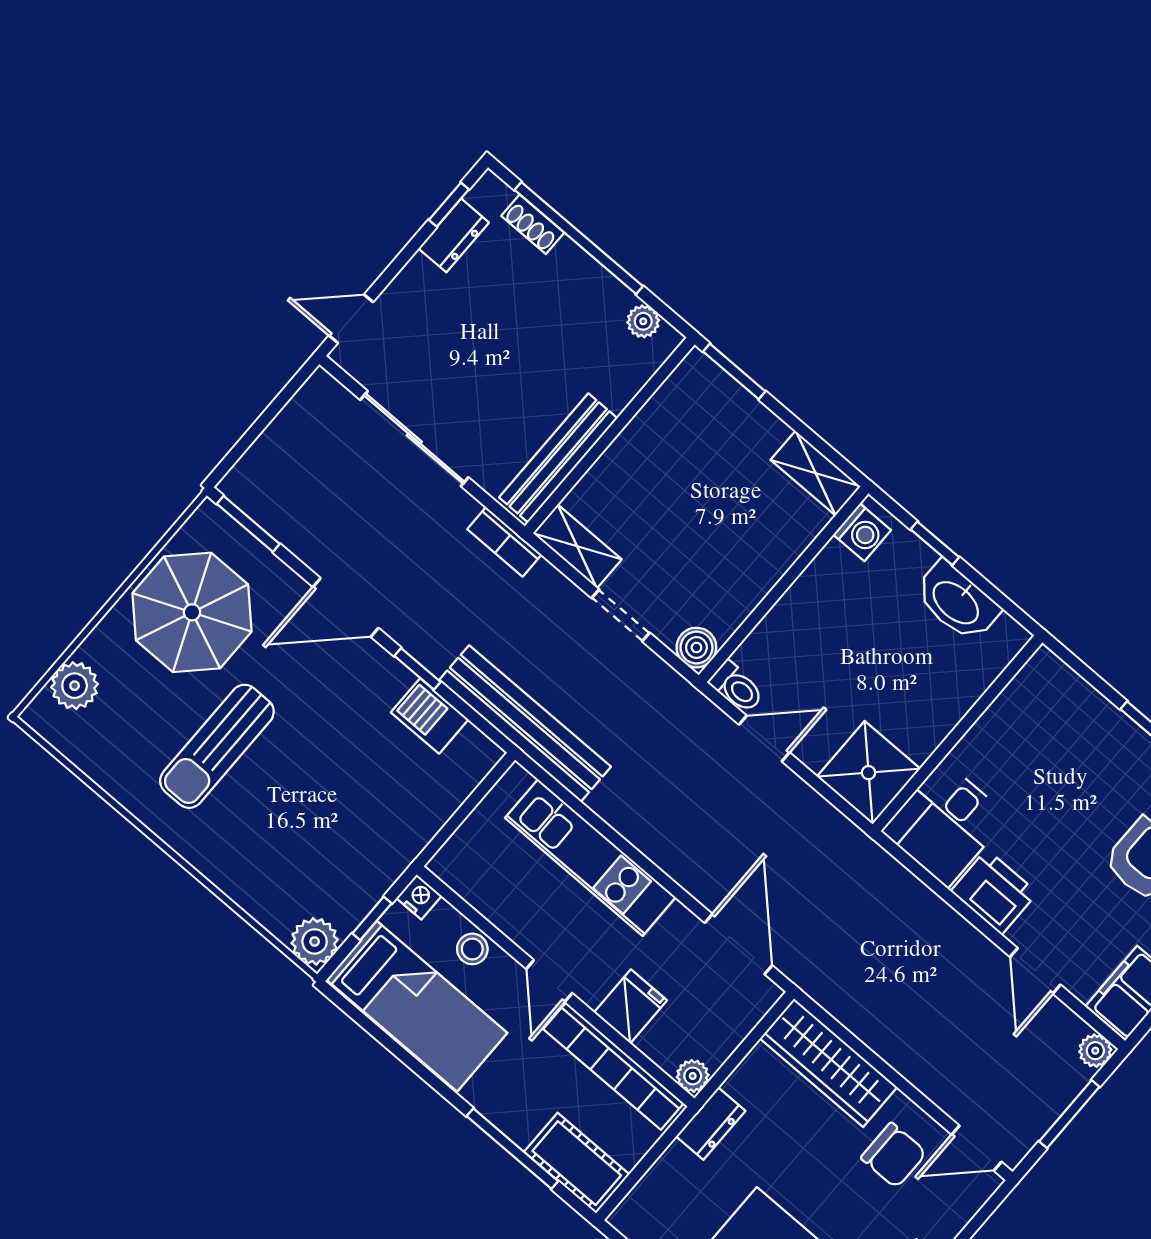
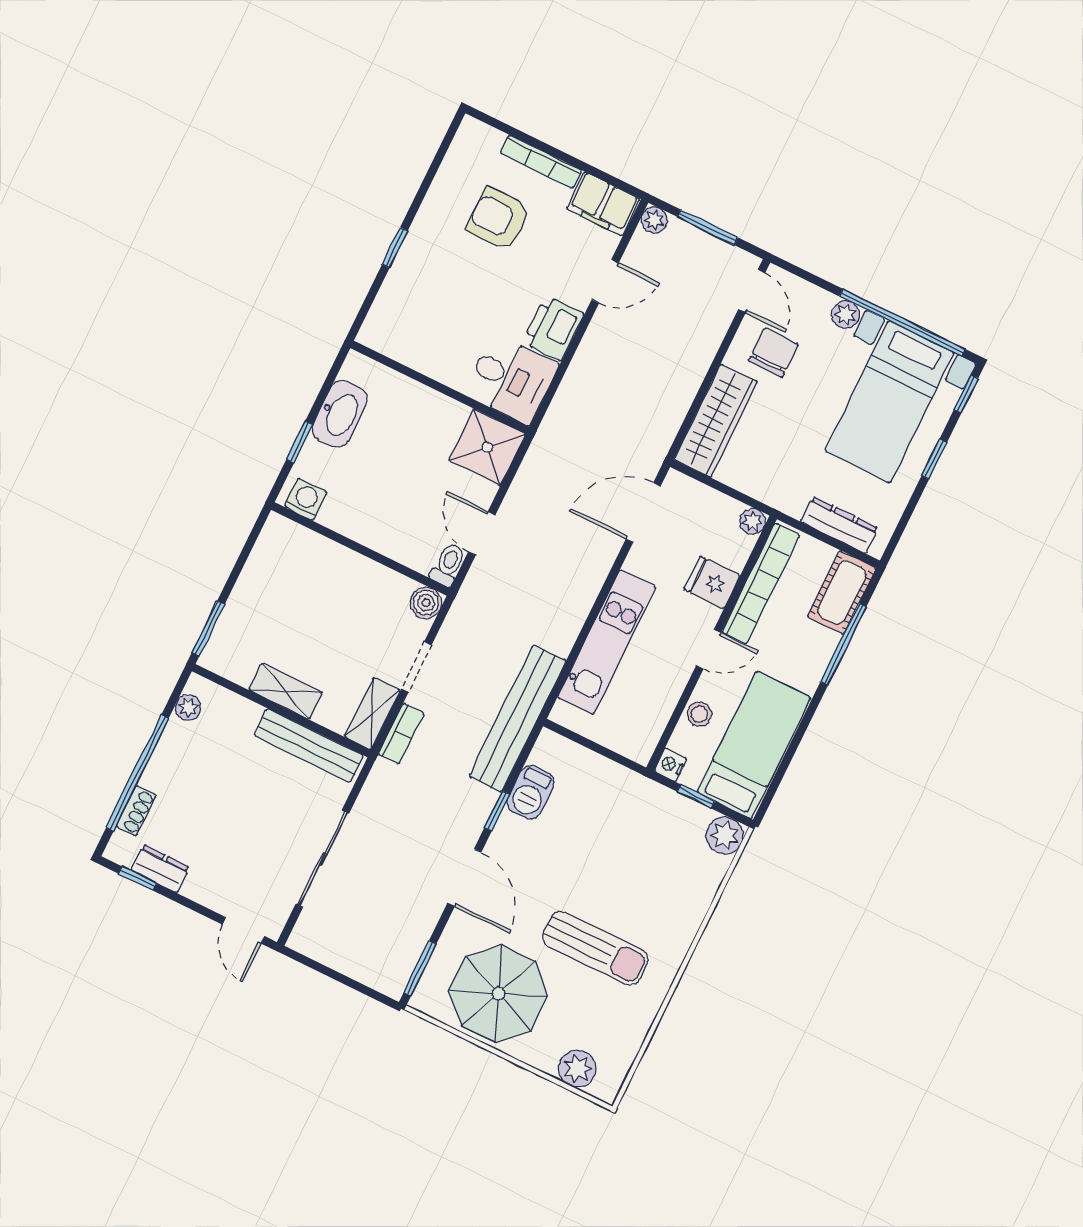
shelving: (816, 473) -> (285, 691), moved, turned 90
bookcase: (504, 542) -> (401, 733), moved
dresser: (711, 1124) -> (839, 525), moved, width x1.44

